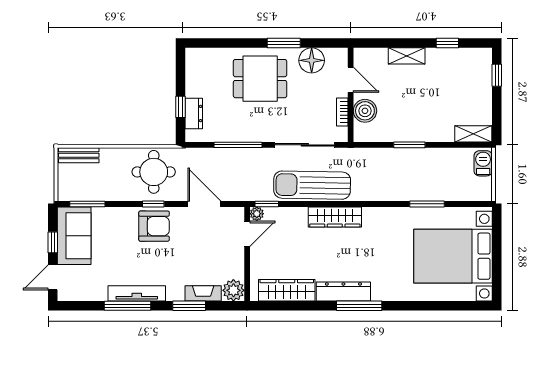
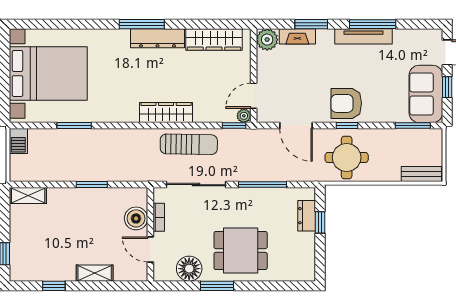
barbecue: (483, 163) -> (18, 141), moved
sun lounger: (312, 185) -> (189, 144), width x0.73, depth x0.75

